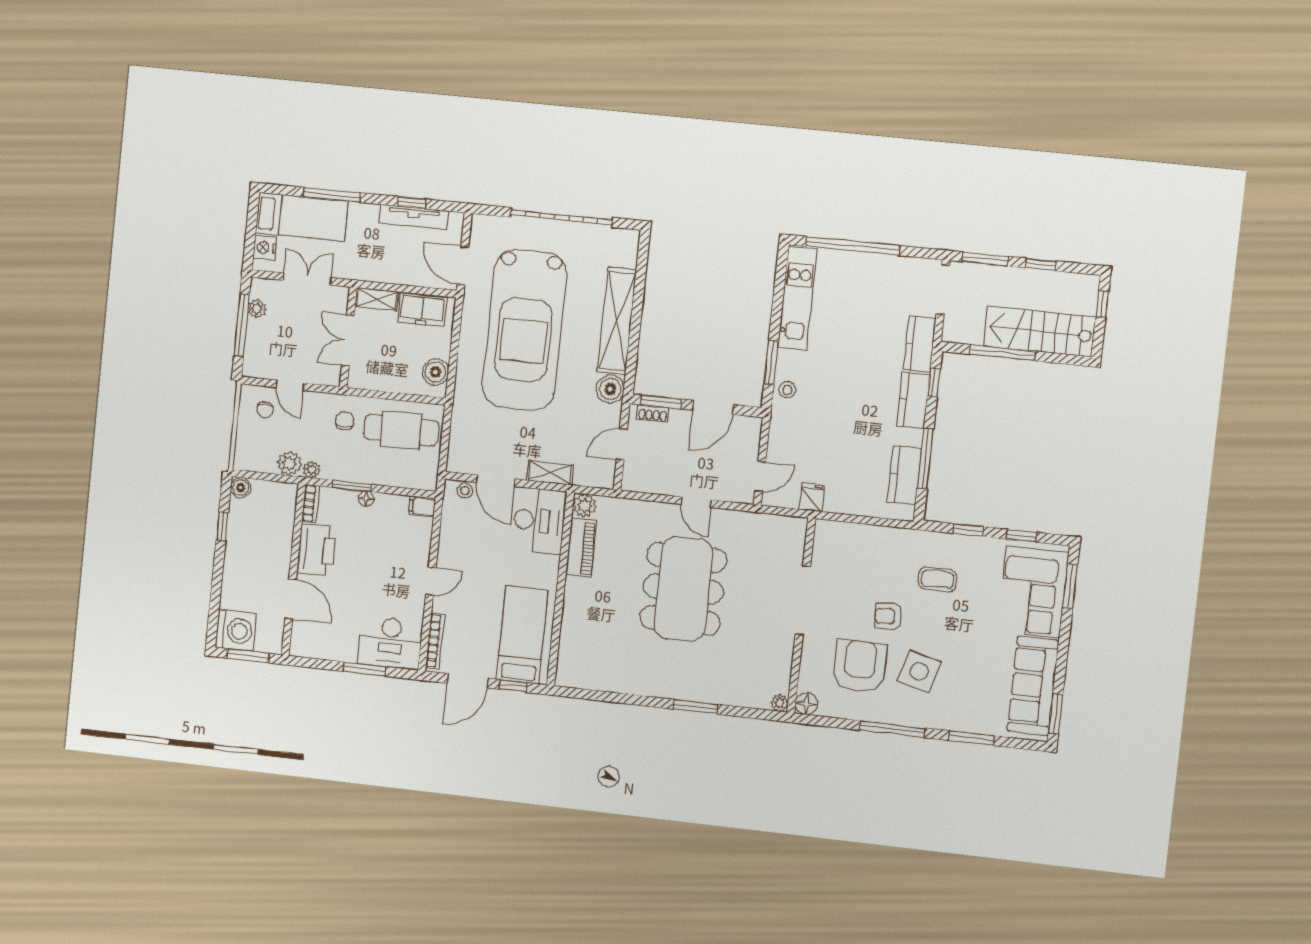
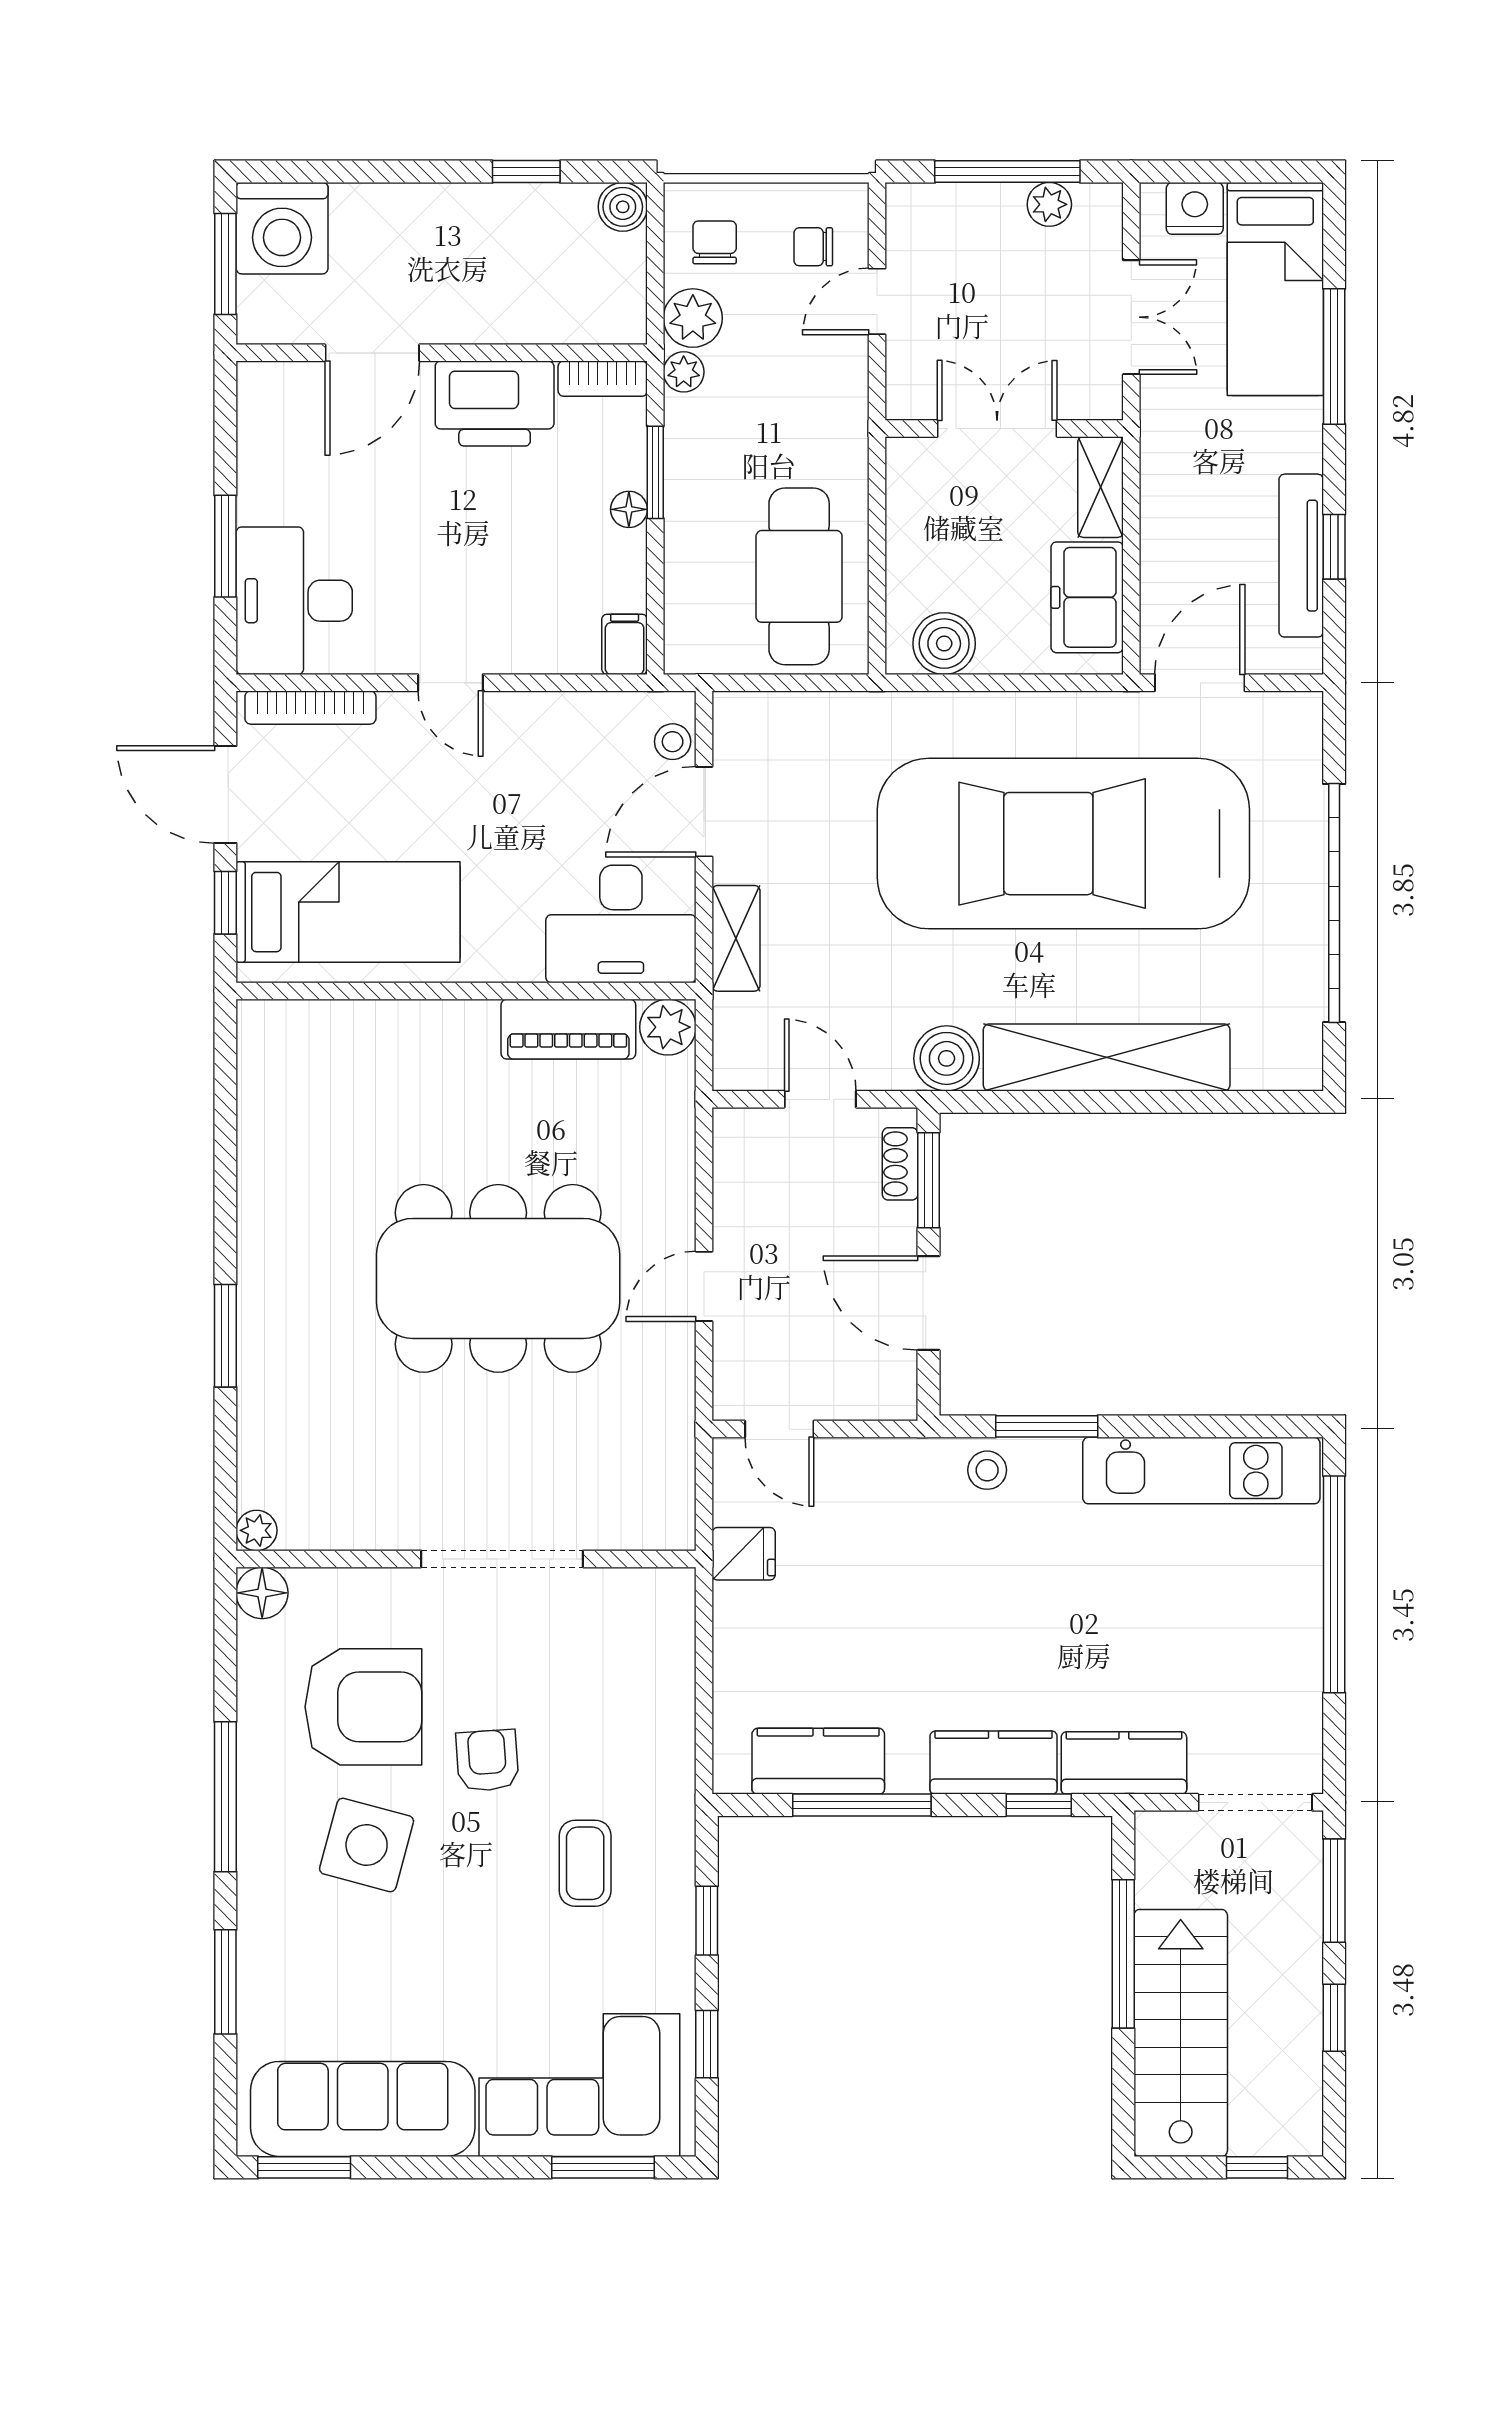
chair: (344, 421) -> (715, 242), moved, turned -90

